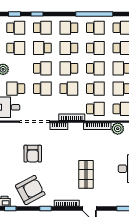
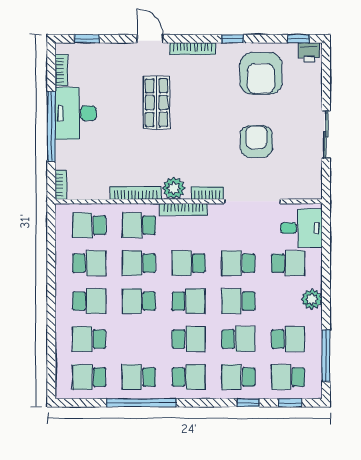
school desk: (16, 48) -> (288, 339), turned 180
school desk: (95, 48) -> (139, 339), removed
plant: (118, 129) -> (174, 188), moved
armchair: (30, 190) -> (261, 73), turned -62

